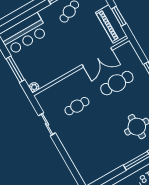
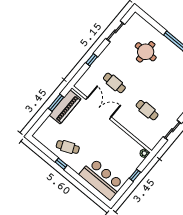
window: (15, 69) -> (135, 175), width x0.46
cafe table: (117, 83) -> (114, 83), width x0.73, depth x0.74

